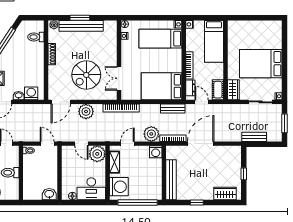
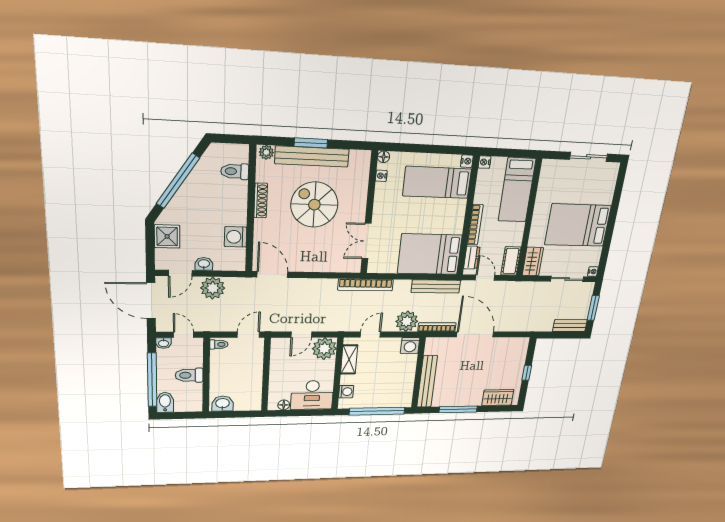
sliding door: (259, 18) -> (589, 157), added
spiral stairs: (86, 75) -> (314, 205), moved, turned 90
washing machine: (31, 93) -> (236, 237), moved, turned -90
door: (61, 102) -> (272, 275), swing flipped
bench: (173, 109) -> (436, 286), width x1.36
plant: (86, 111) -> (213, 288), moved
bench: (254, 137) -> (570, 326), moved
door: (47, 144) -> (248, 335), hinge flipped
door: (81, 144) -> (301, 335), hinge flipped
door: (201, 144) -> (475, 334), hinge flipped
washing machine: (119, 187) -> (346, 392), width x0.53, depth x0.53
washbasin: (49, 194) -> (223, 404), moved
window: (197, 203) -> (458, 409), width x2.17

